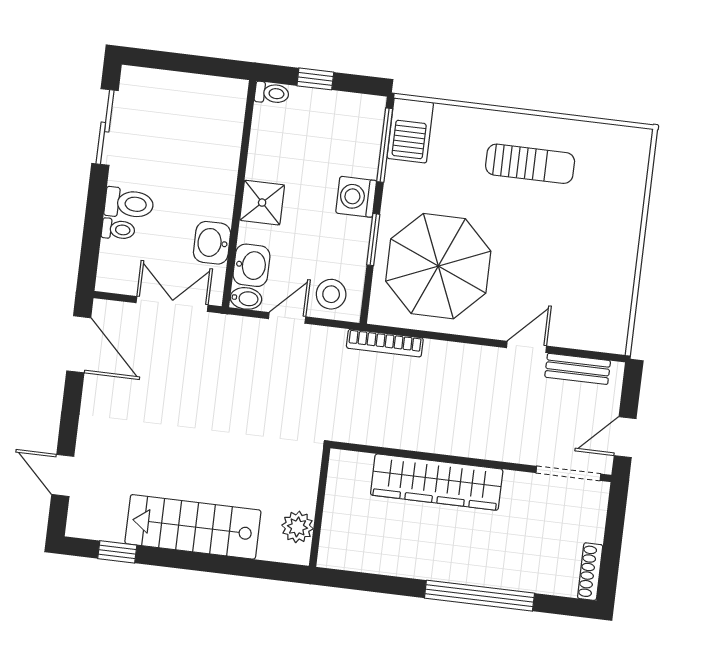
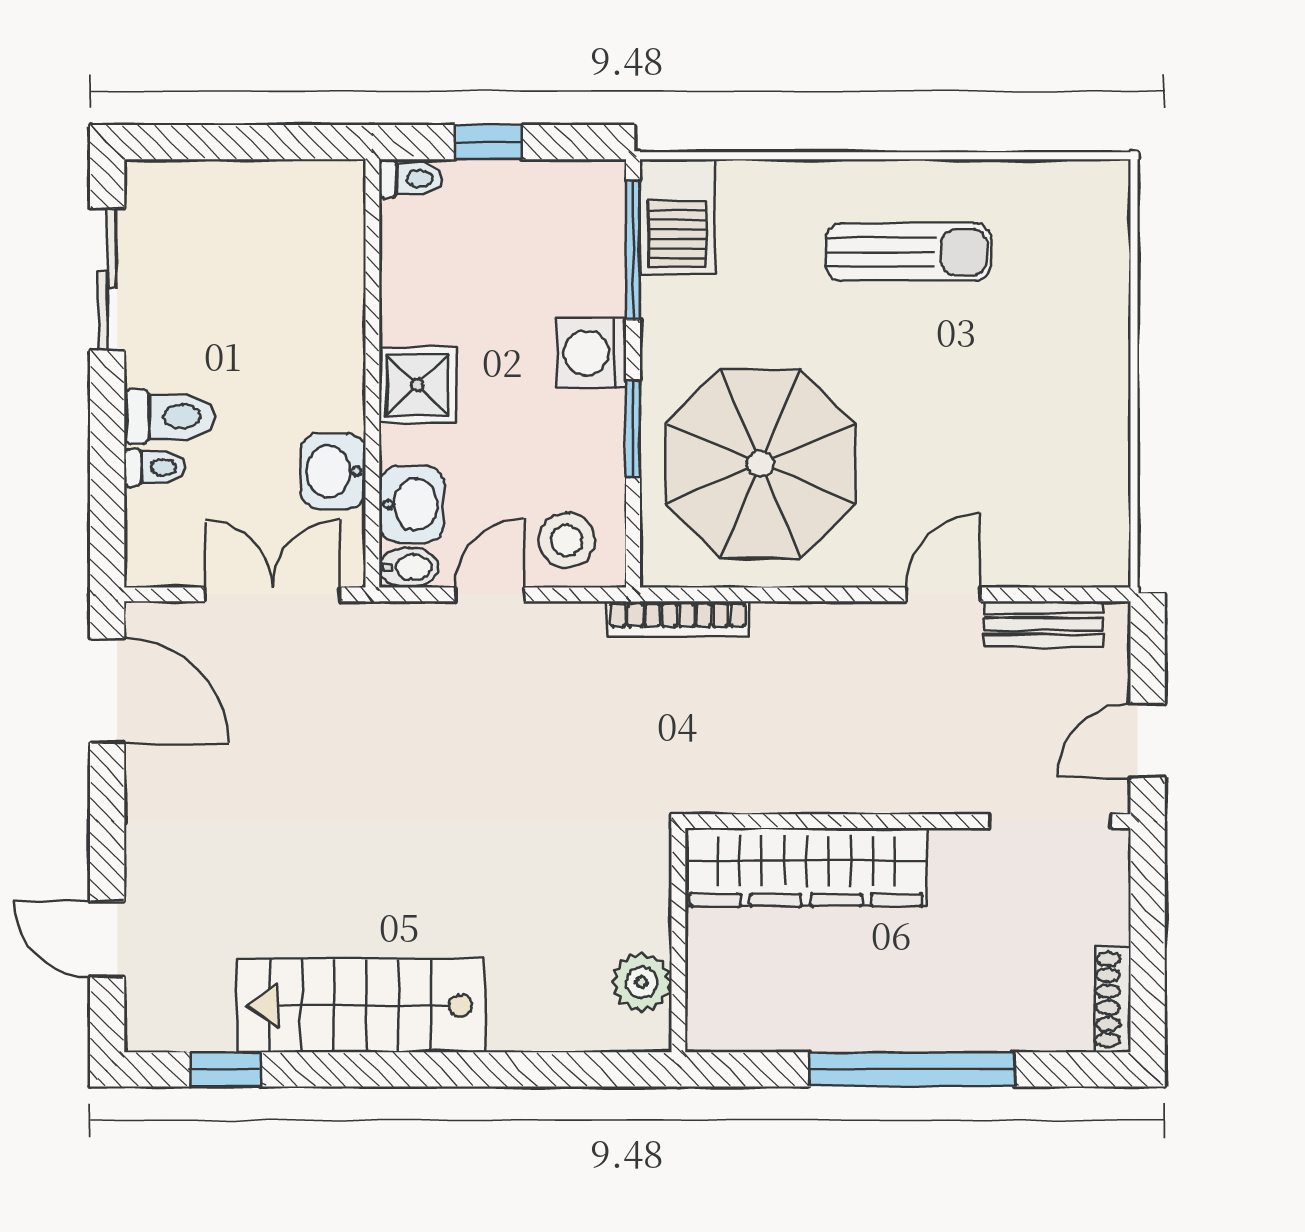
wall: (320, 507) -> (678, 940), moved
plant: (297, 527) -> (642, 982), moved

